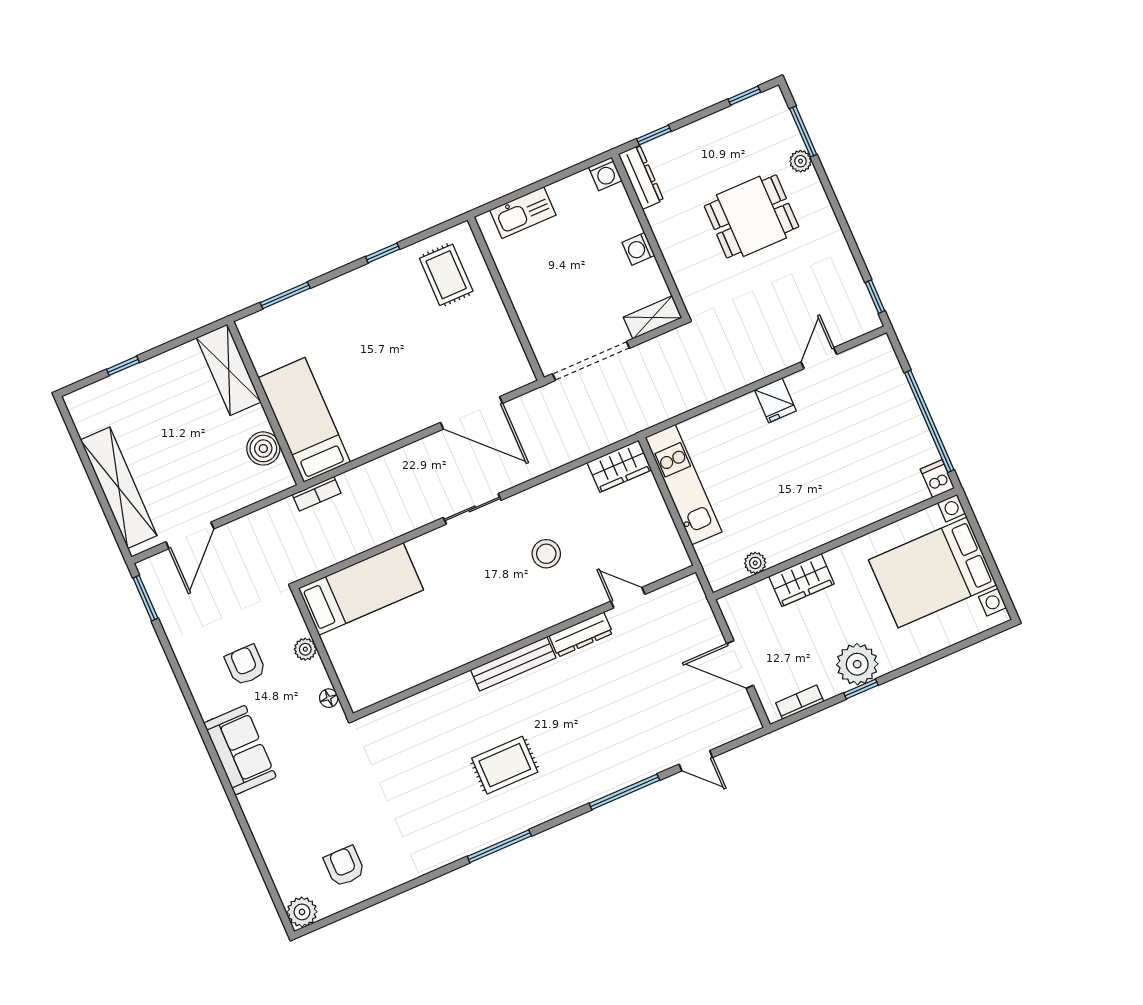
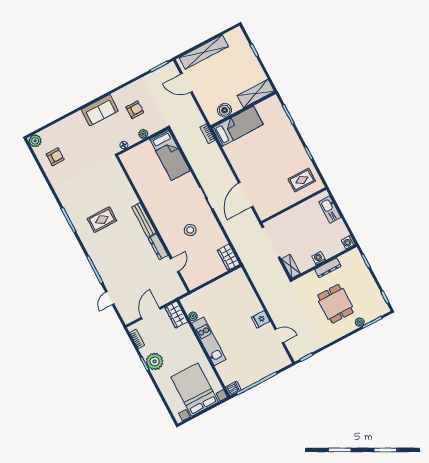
dresser: (641, 177) -> (328, 268), moved
kitchen unit: (683, 485) -> (209, 341), moved, turned -90
wardrobe: (801, 580) -> (176, 315), moved
rug: (505, 765) -> (102, 220), turned 90

